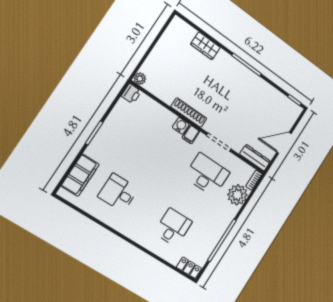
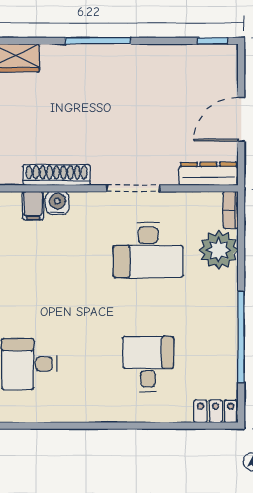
filing cabinet: (191, 134) -> (33, 206), moved
desk: (207, 175) -> (148, 250), turned 180

